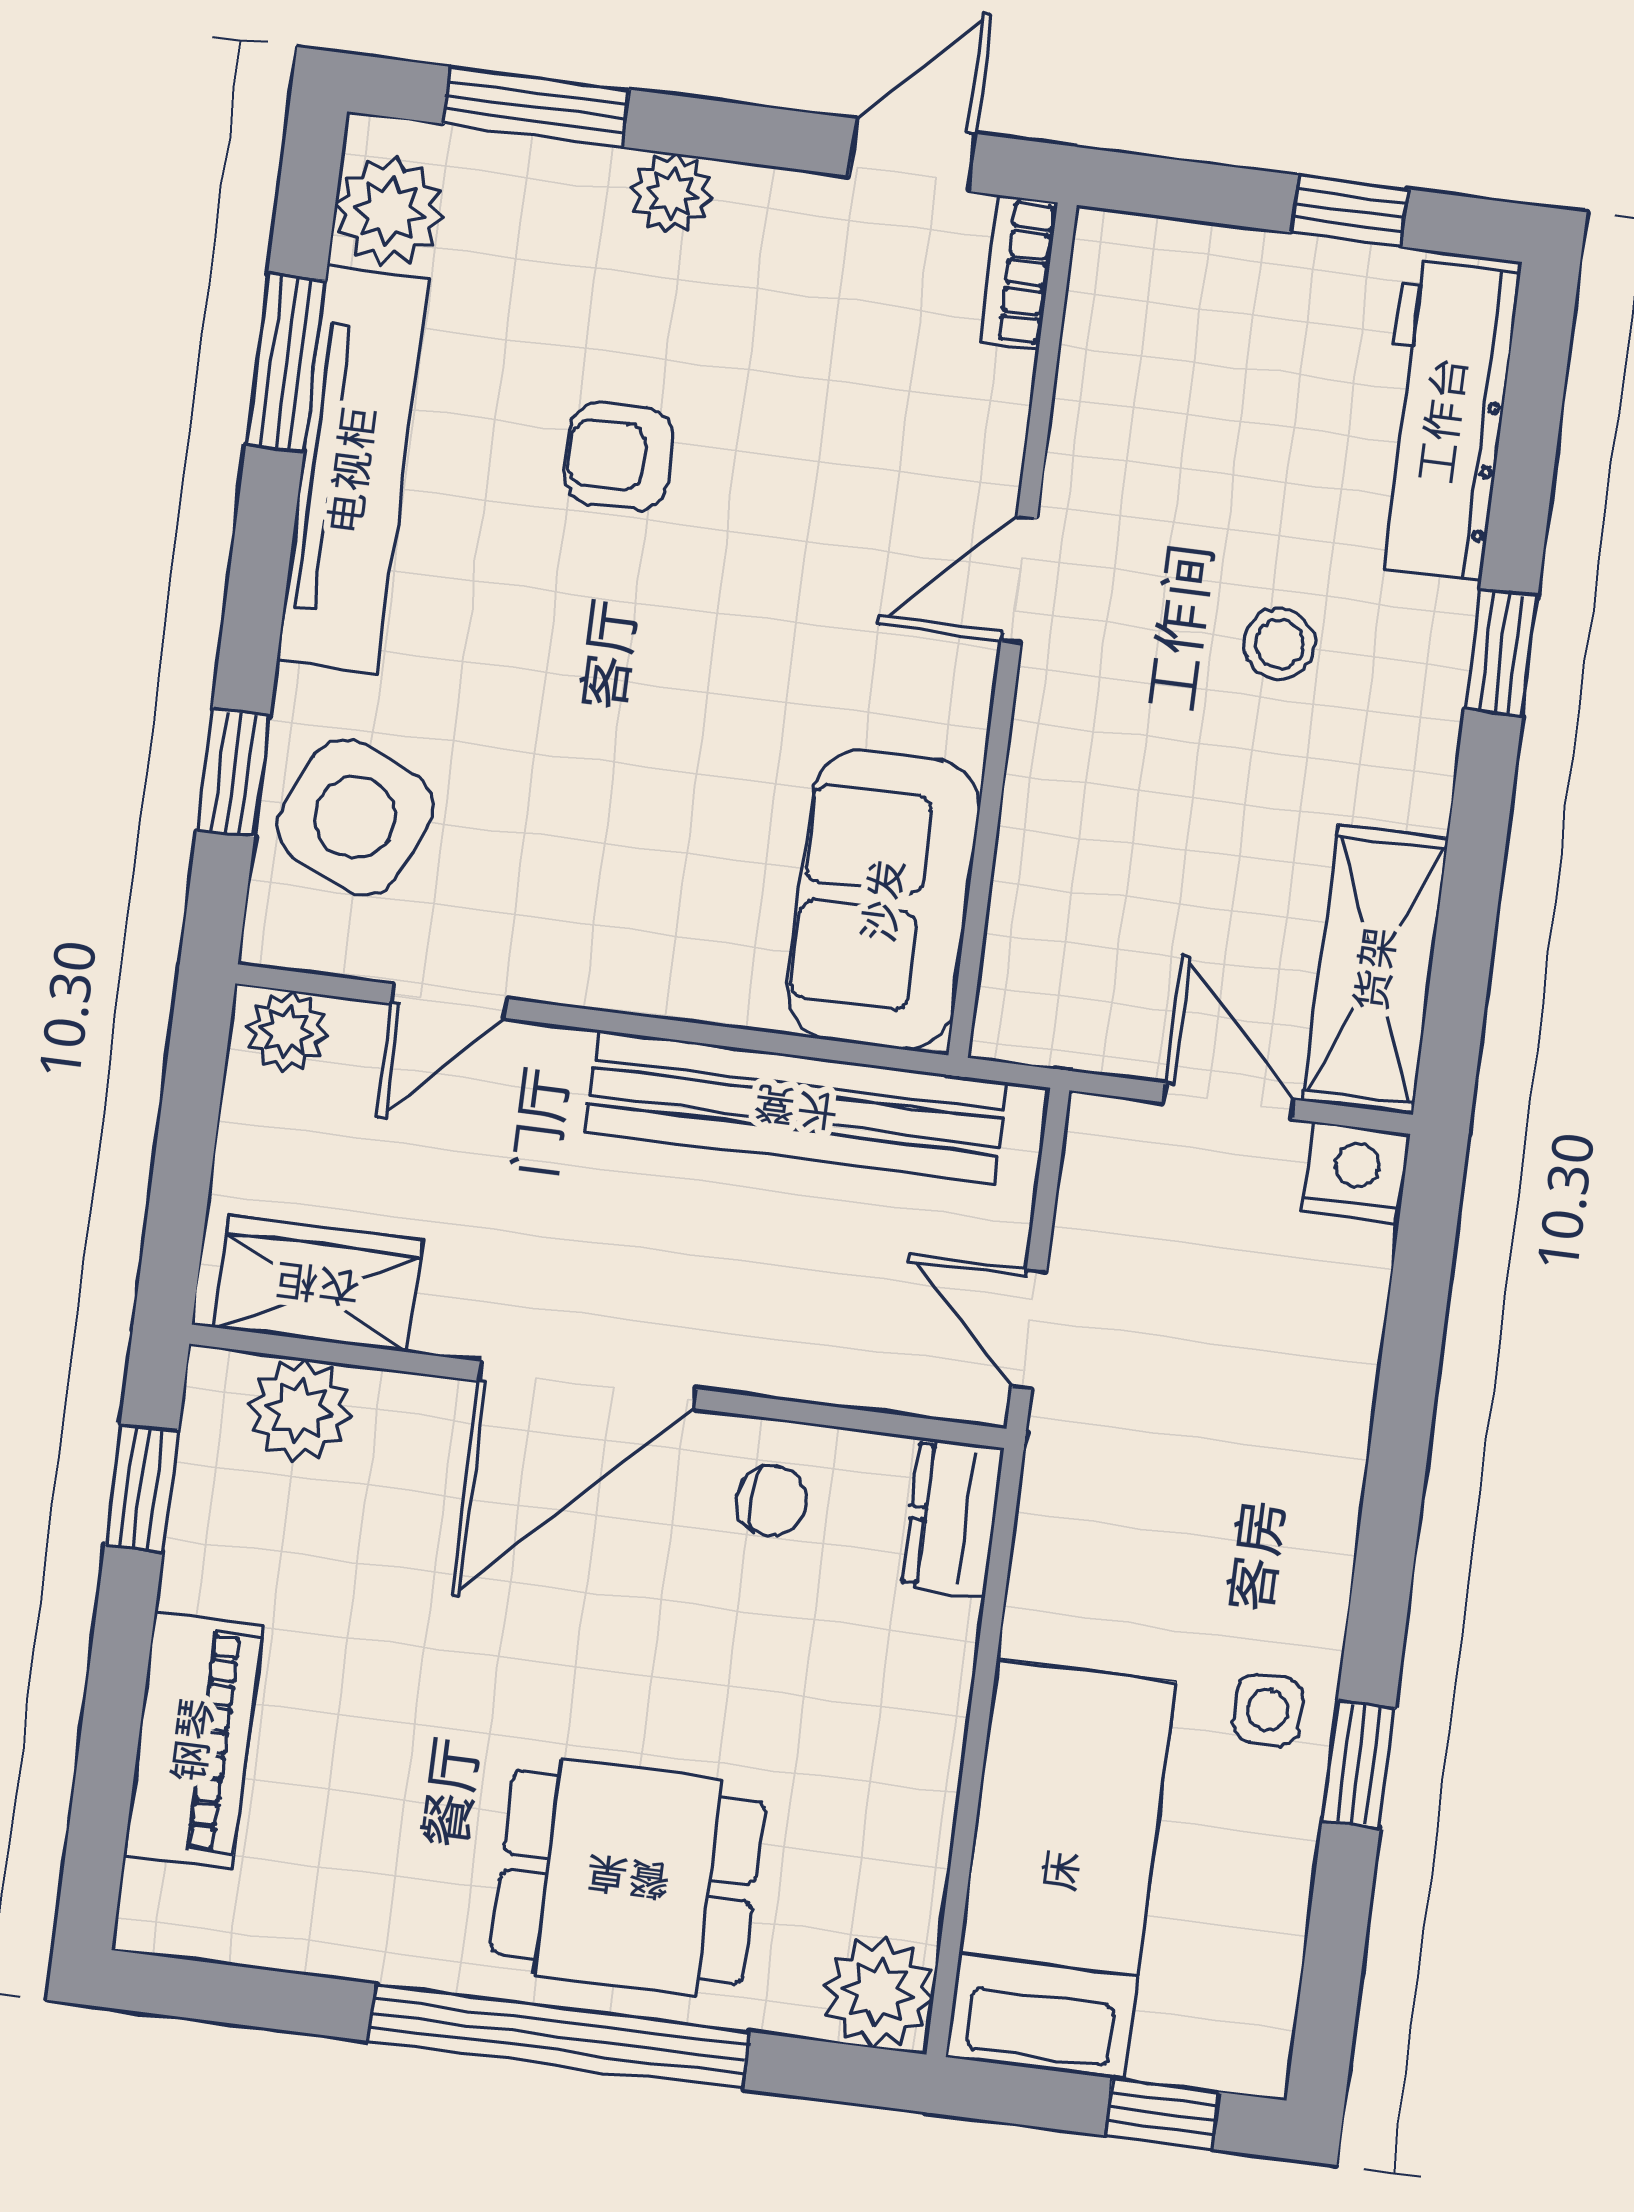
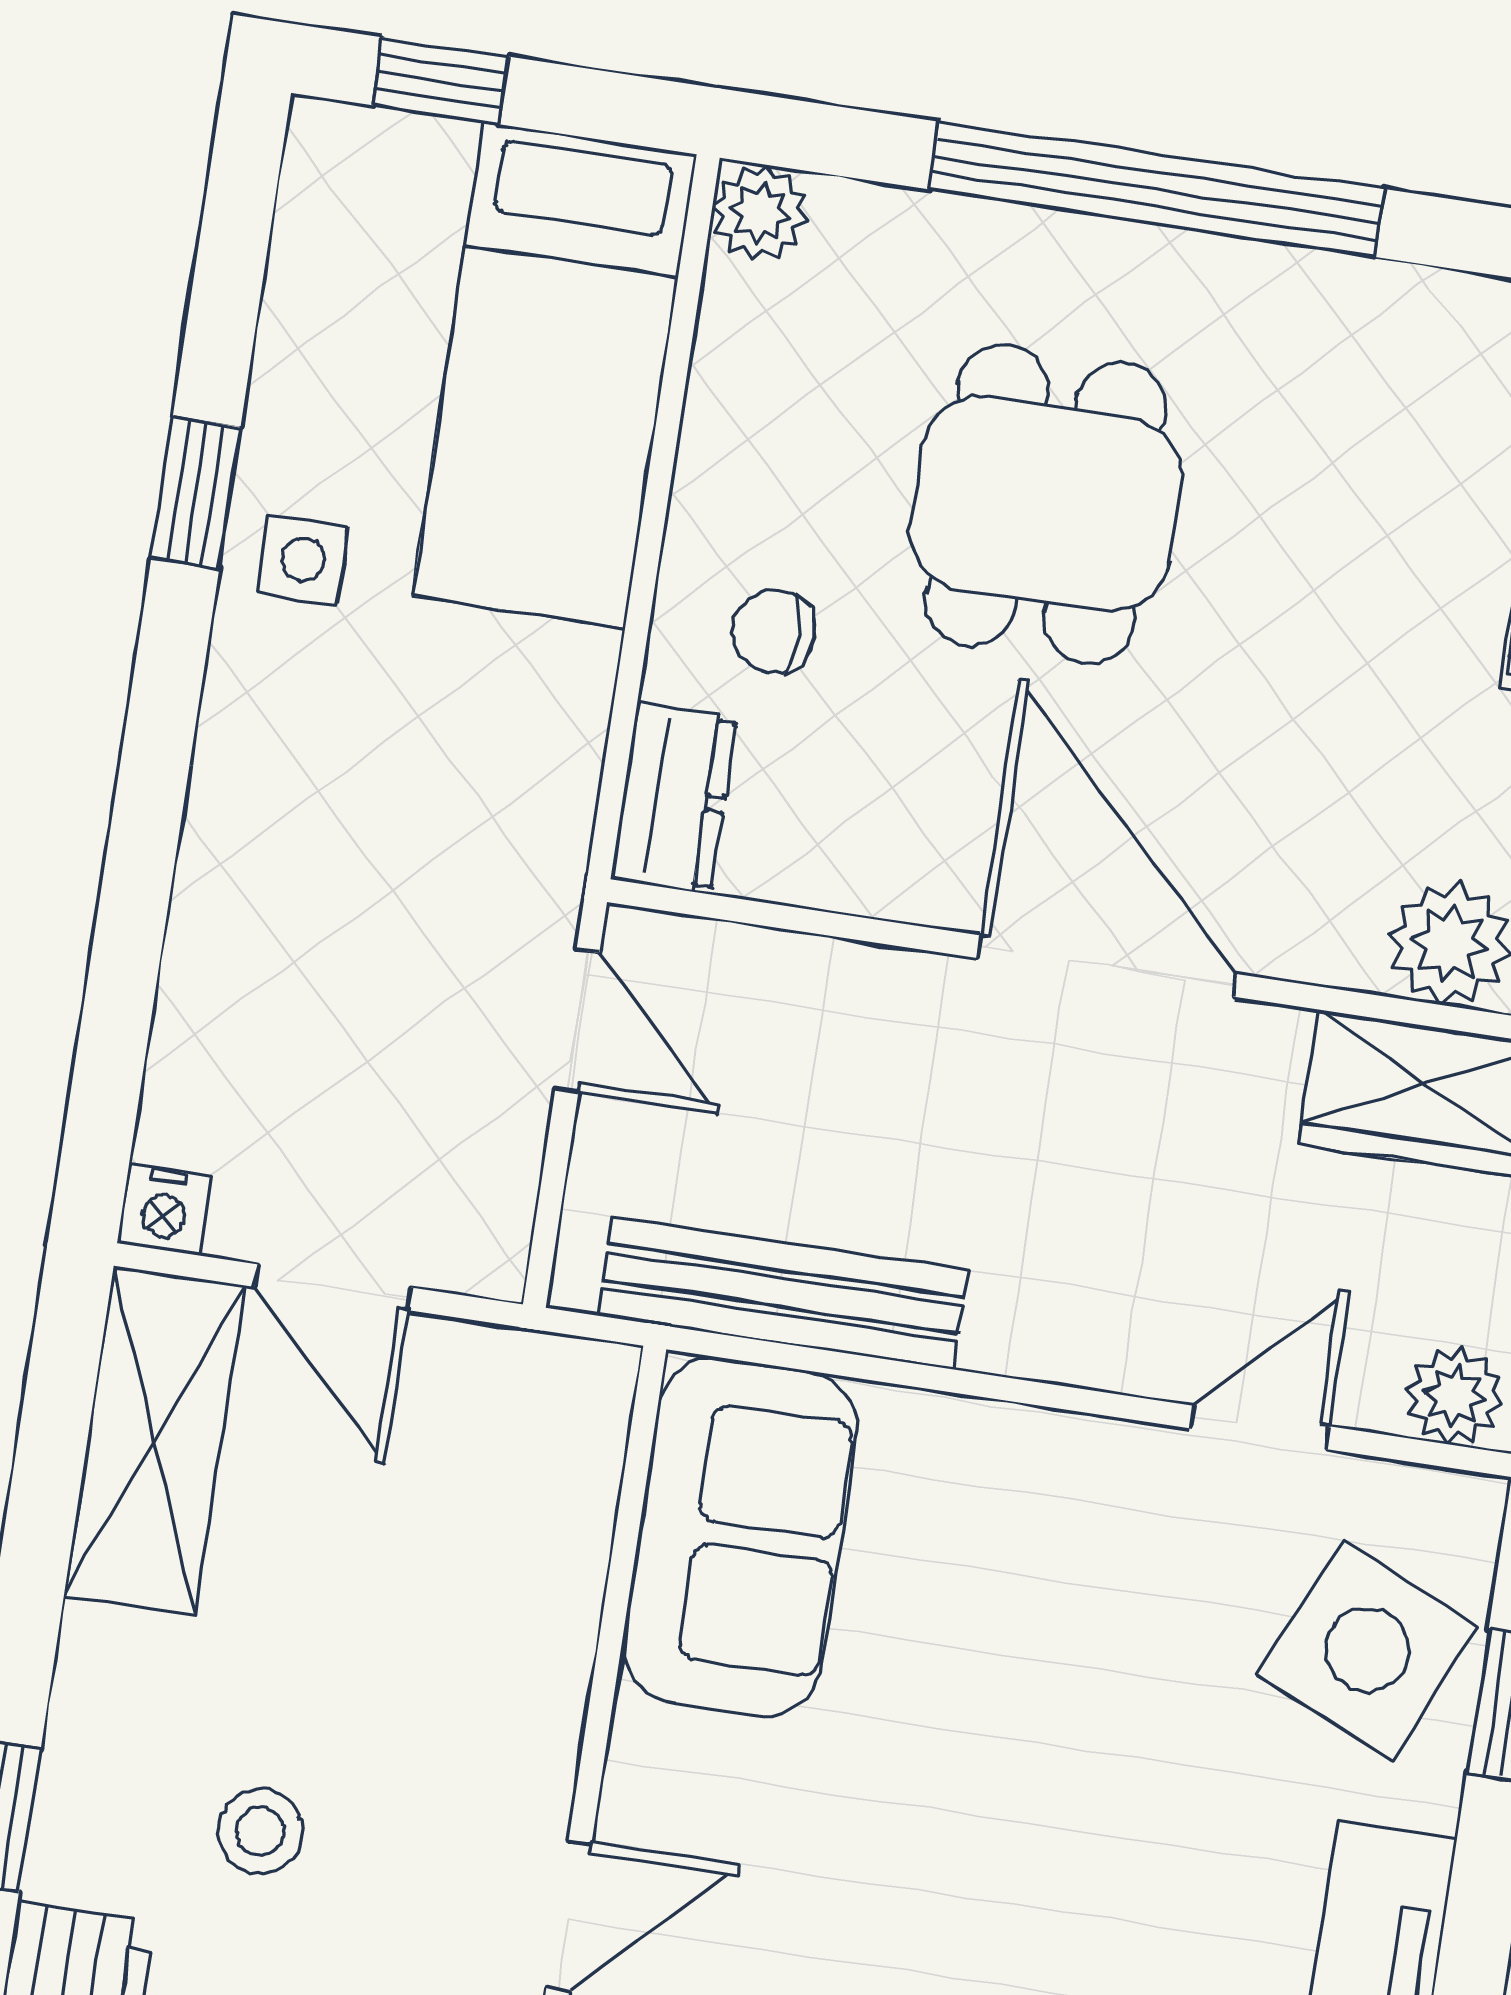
bench: (796, 1107) -> (783, 1293), width x0.73, depth x0.82
nightstand: (1356, 1172) -> (165, 1210), width x0.72, depth x0.74
door: (587, 1385) -> (1107, 966), hinge flipped
chair: (772, 1500) -> (774, 631), moved
dining table: (628, 1877) -> (1046, 504), moved, turned 90
plant: (878, 1992) -> (760, 213), width x0.73, depth x0.73

